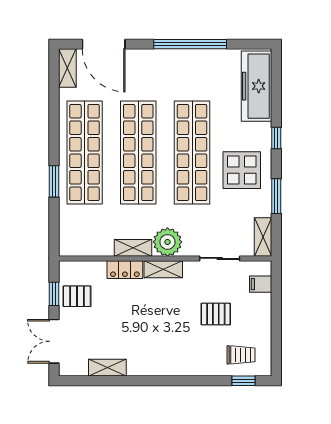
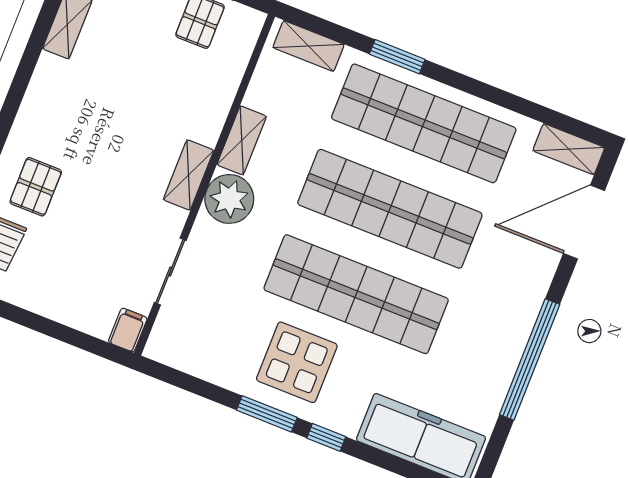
window: (276, 196) -> (267, 414), moved
shelving: (263, 237) -> (309, 46), moved
locker: (125, 270) -> (212, 114), removed
filing cabinet: (261, 284) -> (128, 330), moved
pallet: (216, 314) -> (36, 187), moved

